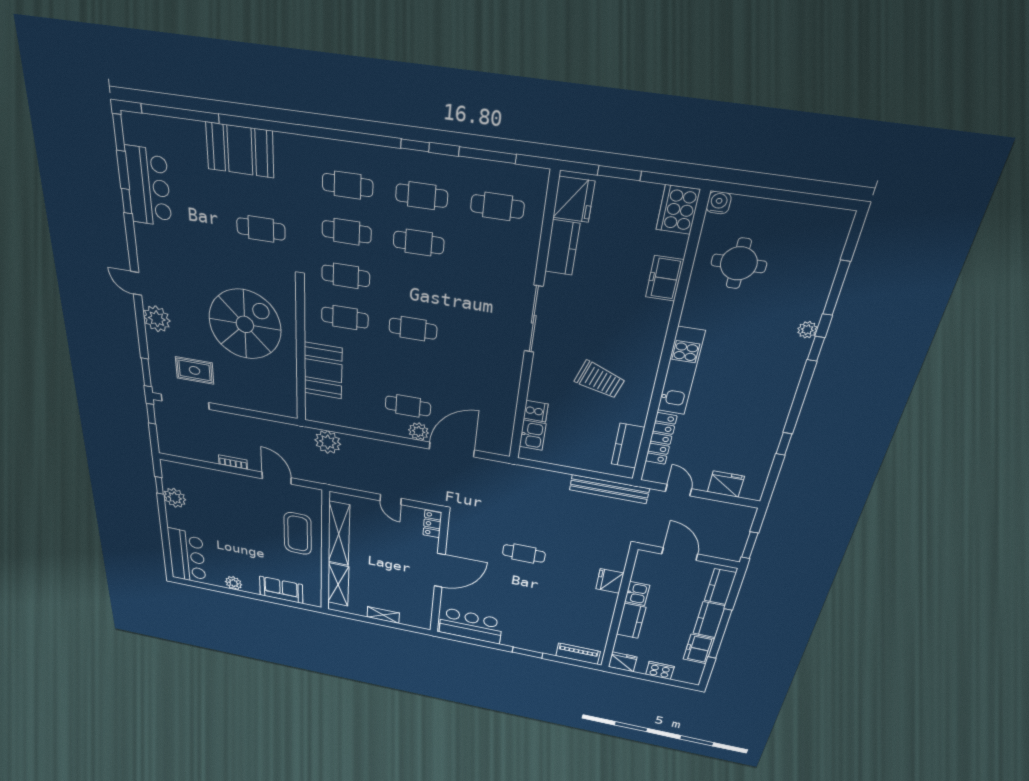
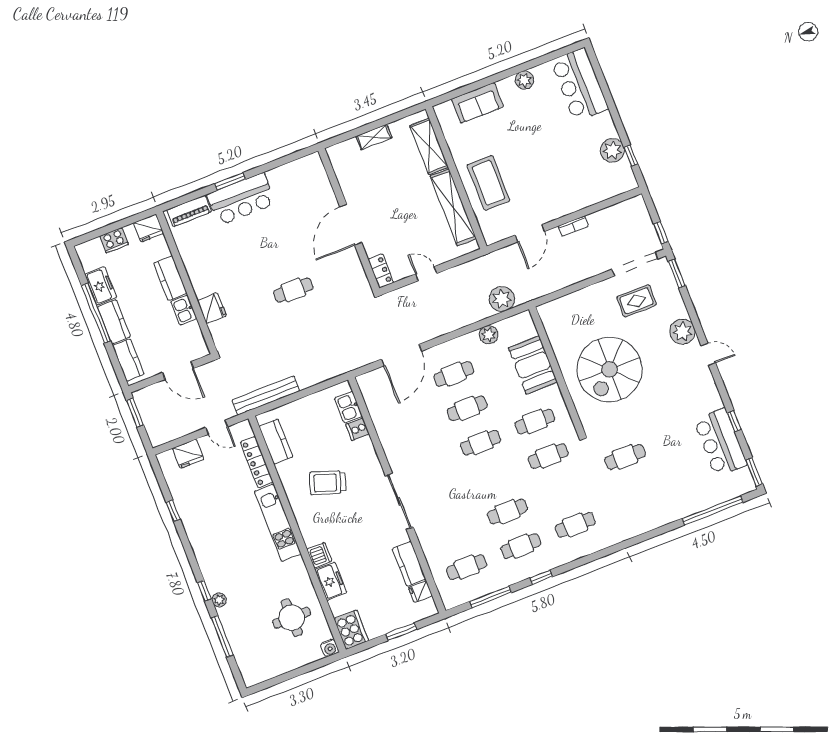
booth: (240, 150) -> (661, 508), removed
fridge: (574, 199) -> (420, 592), width x0.53, depth x0.75
cafe table: (347, 232) -> (467, 408), moved
dishwasher: (658, 313) -> (319, 555), added
plant: (419, 431) -> (489, 335), moved
door: (277, 478) -> (530, 233), hinge flipped
bar counter: (471, 626) -> (241, 199), moved

